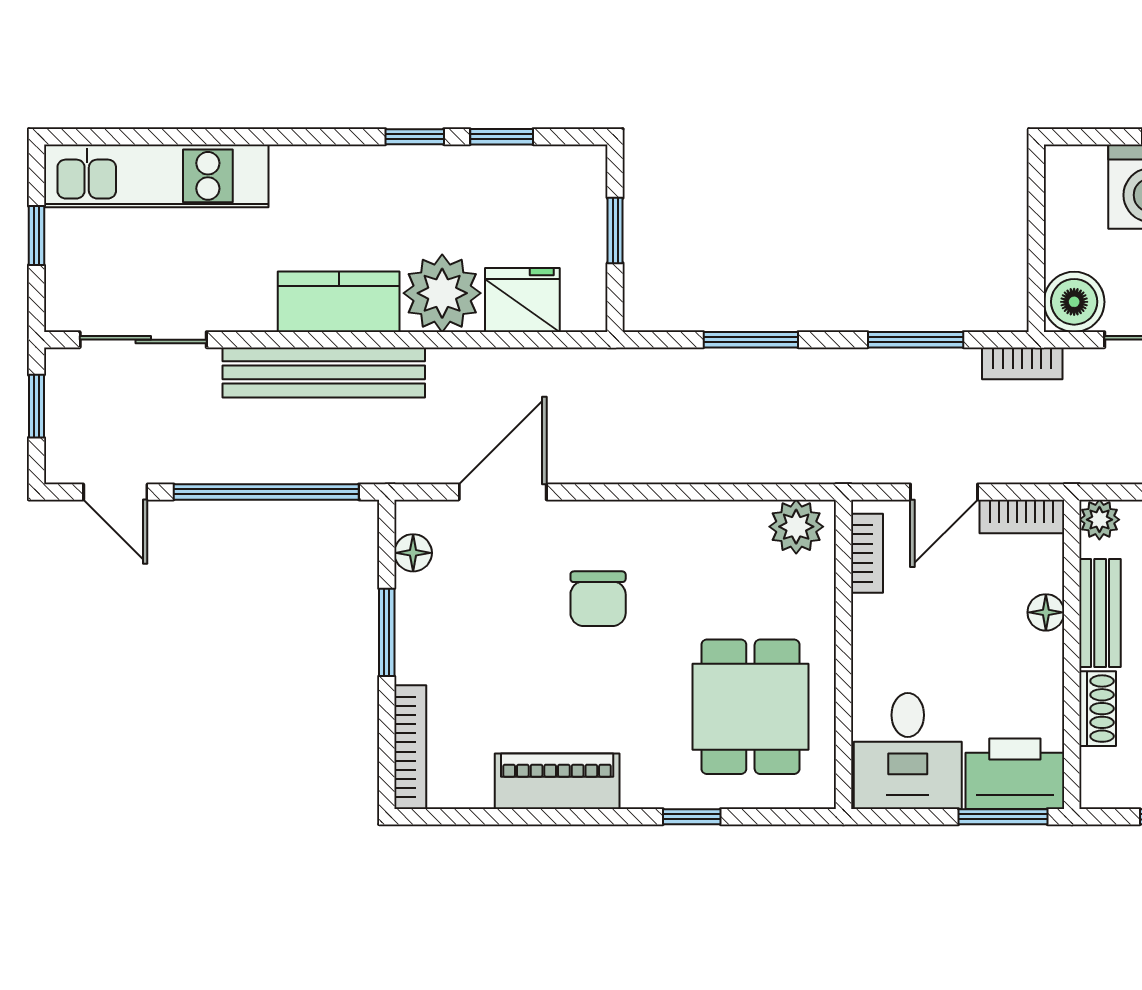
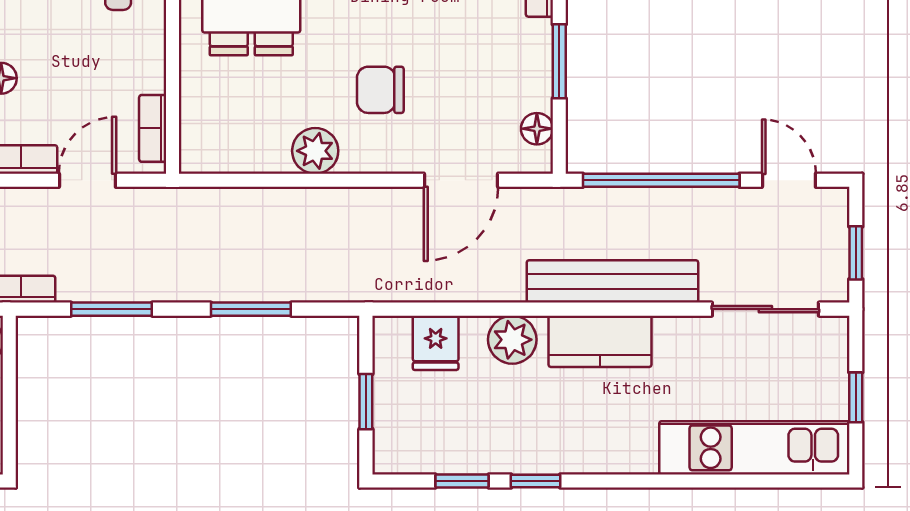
plant: (442, 293) -> (512, 340), width x0.73, depth x0.73
fridge: (522, 300) -> (436, 343), width x0.72
plant: (796, 527) -> (315, 151), moved
chair: (598, 599) -> (380, 90), turned -90

